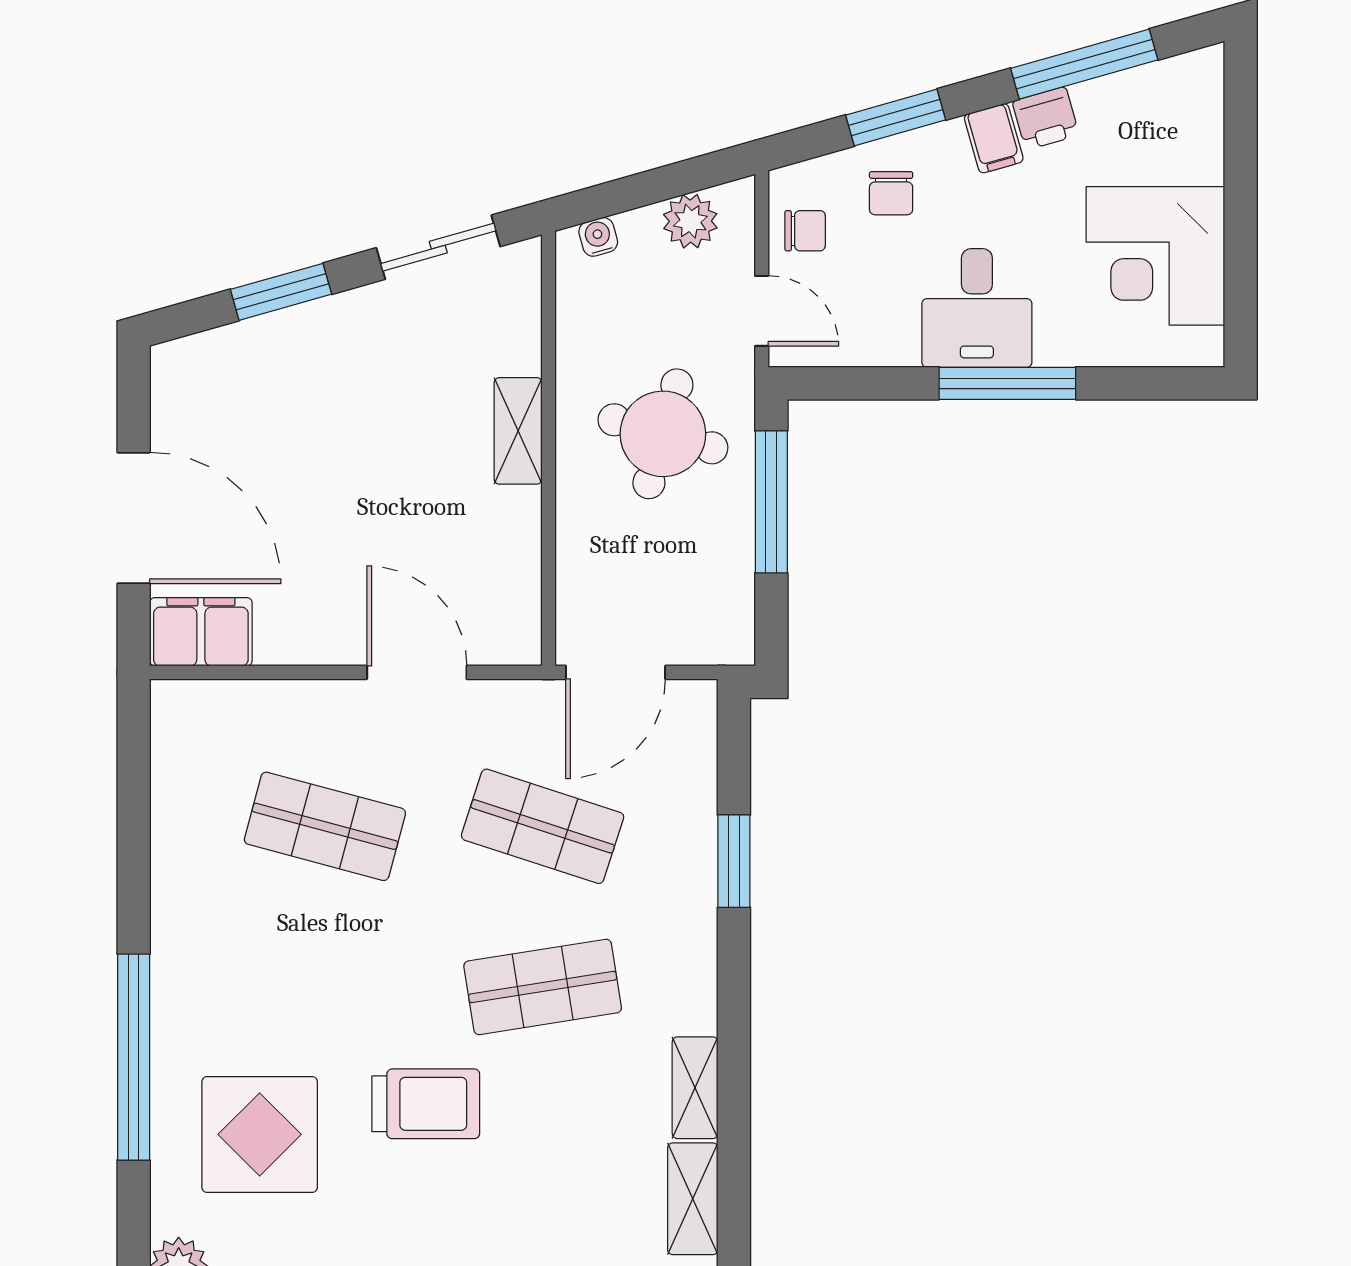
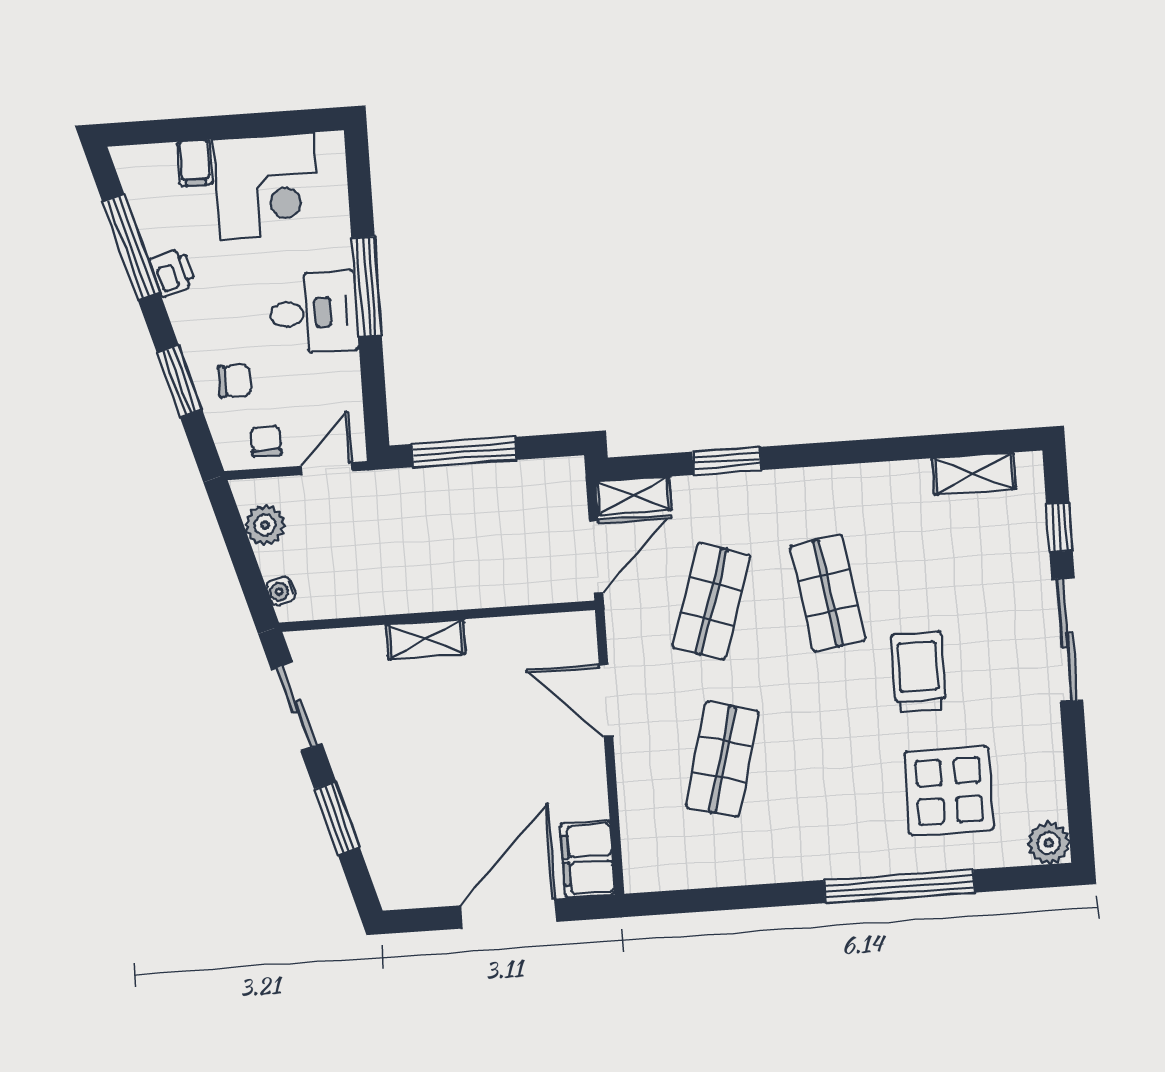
filing cabinet: (994, 138) -> (195, 163), moved, turned 106
round table: (663, 434) -> (421, 534), removed
door: (417, 672) -> (606, 700), hinge flipped
door: (616, 672) -> (596, 556), hinge flipped
shelving: (695, 1088) -> (633, 496), moved

